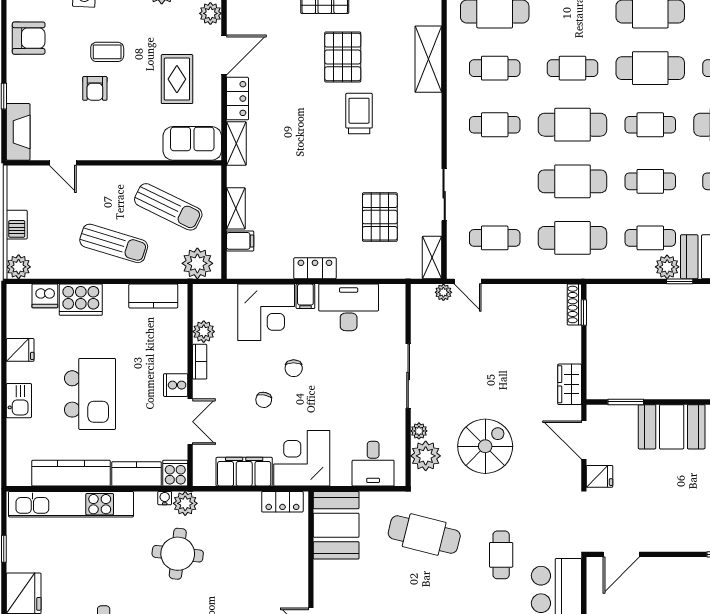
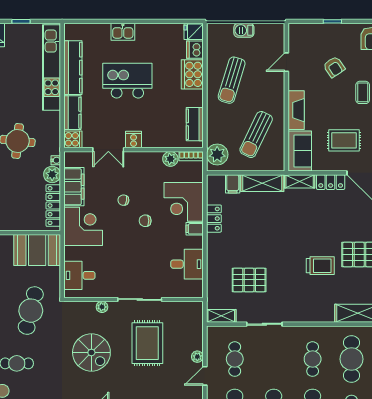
cafe table: (495, 68) -> (352, 359), width x1.37, depth x1.35
armchair: (95, 88) -> (334, 67), moved, turned -124
fireplace: (18, 132) -> (296, 110), moved, turned -90
shelving: (236, 208) -> (262, 183), width x1.50, depth x1.33
sun lounger: (114, 243) -> (232, 80), moved
plant: (19, 267) -> (215, 31), removed
locker: (315, 268) -> (214, 219), moved
door: (468, 281) -> (205, 376), moved
plant: (443, 292) -> (197, 357), moved
desk: (349, 307) -> (187, 264), width x0.73
fridge: (20, 350) -> (194, 32), moved, turned 90
bookcase: (200, 362) -> (191, 156), moved
rug: (472, 365) -> (147, 343), added
kitchen island: (90, 394) -> (127, 81), turned 180
plant: (426, 456) -> (85, 312), removed
water cooler: (165, 498) -> (56, 160), moved
locker: (282, 502) -> (53, 206), width x1.53
plant: (185, 503) -> (52, 174), moved

